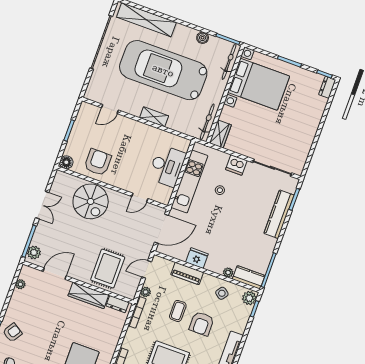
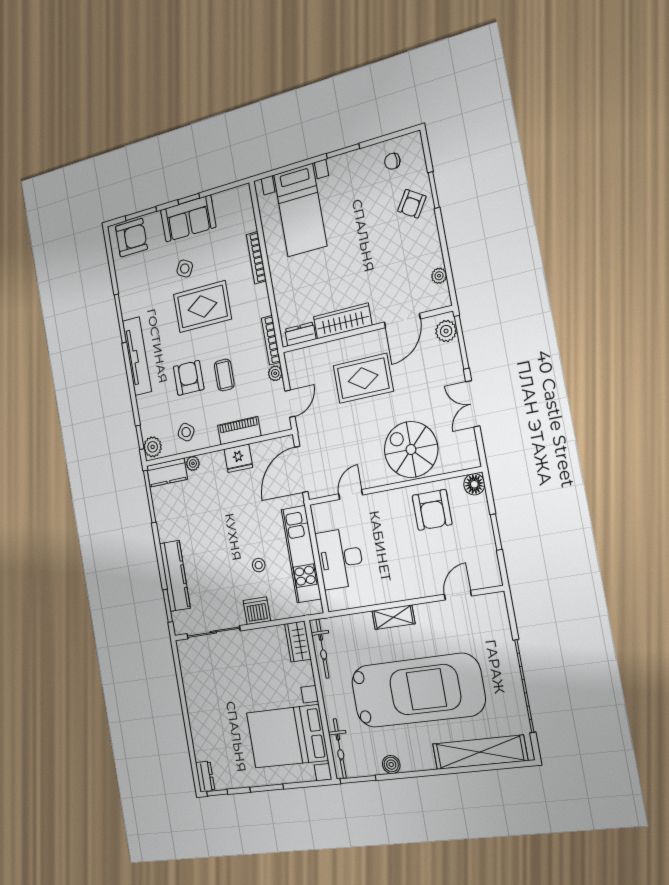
rug: (108, 269) -> (363, 378), moved, turned 90

